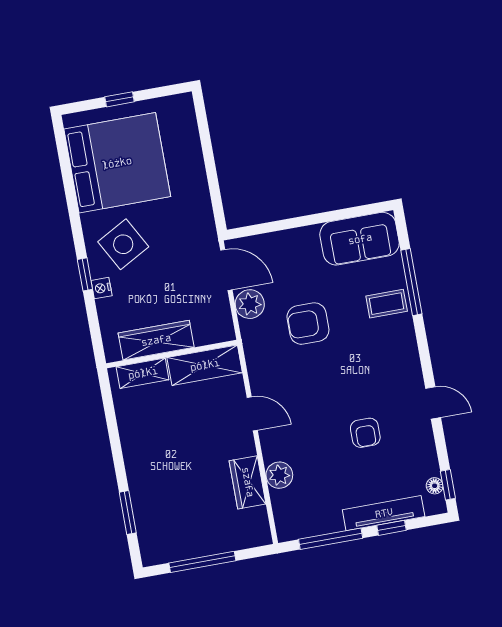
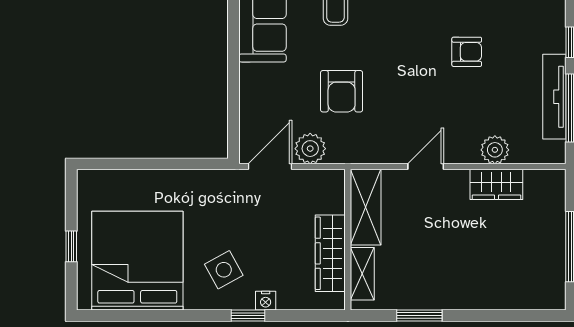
side table: (123, 244) -> (224, 270), width x0.73, depth x0.73
window: (128, 512) -> (419, 315), moved
tv unit: (384, 513) -> (554, 97), moved

